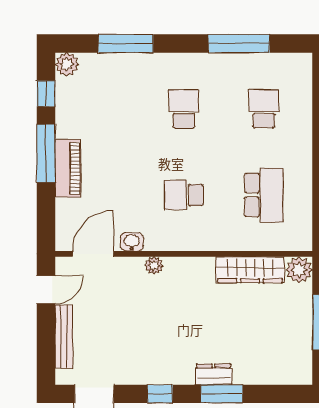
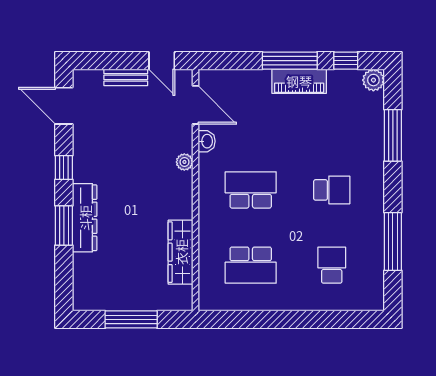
school desk: (264, 109) -> (332, 265), turned -90
piano: (68, 168) -> (299, 81), moved
school desk: (184, 195) -> (251, 190), width x1.85
plant: (299, 270) -> (180, 298), removed
bench: (64, 336) -> (126, 77), width x0.73
dresser: (213, 374) -> (85, 218), width x1.96, depth x1.24

